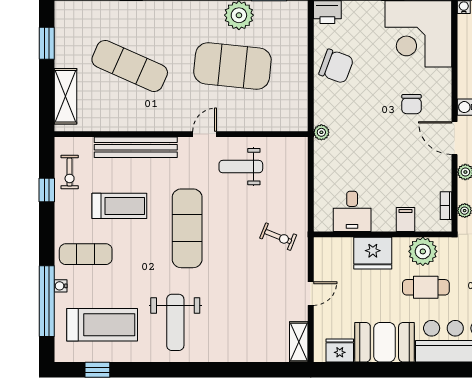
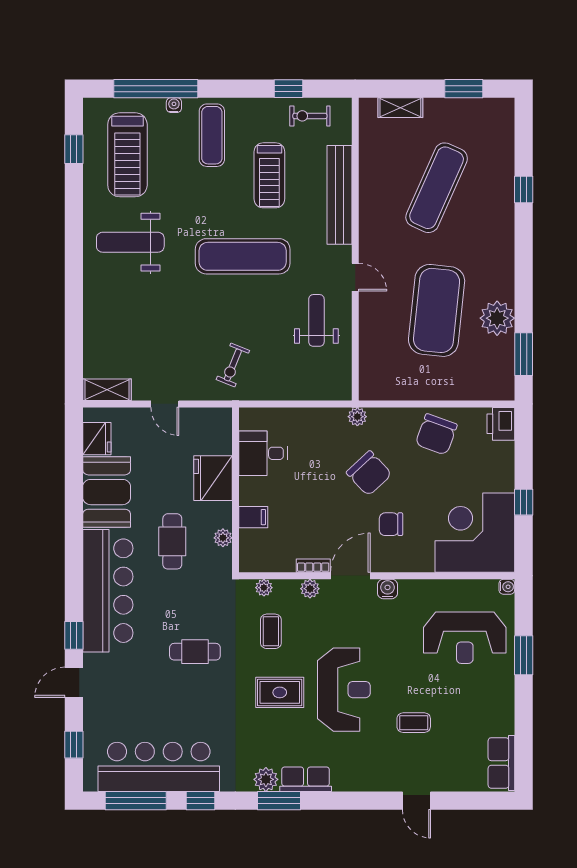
shelving: (65, 96) -> (400, 108), width x0.67, depth x0.75
chair: (369, 123) -> (369, 473), added
bookcase: (446, 206) -> (313, 566), moved
plant: (423, 251) -> (223, 538), width x0.53, depth x0.53

